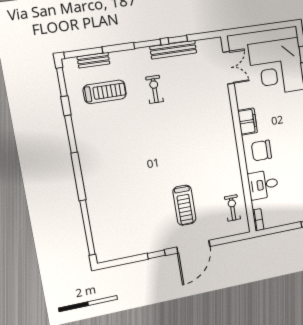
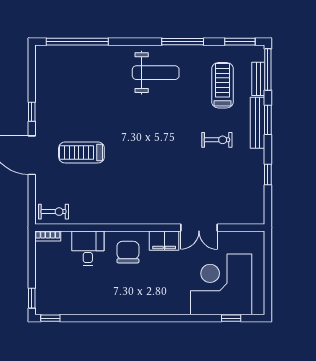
window: (147, 44) -> (268, 120), moved
bench: (173, 50) -> (257, 123), moved
double door: (229, 68) -> (199, 228), moved
treadmill: (105, 92) -> (222, 85), turned 180
weight bench: (103, 153) -> (156, 73), added
exercise bike: (232, 208) -> (53, 212), moved

